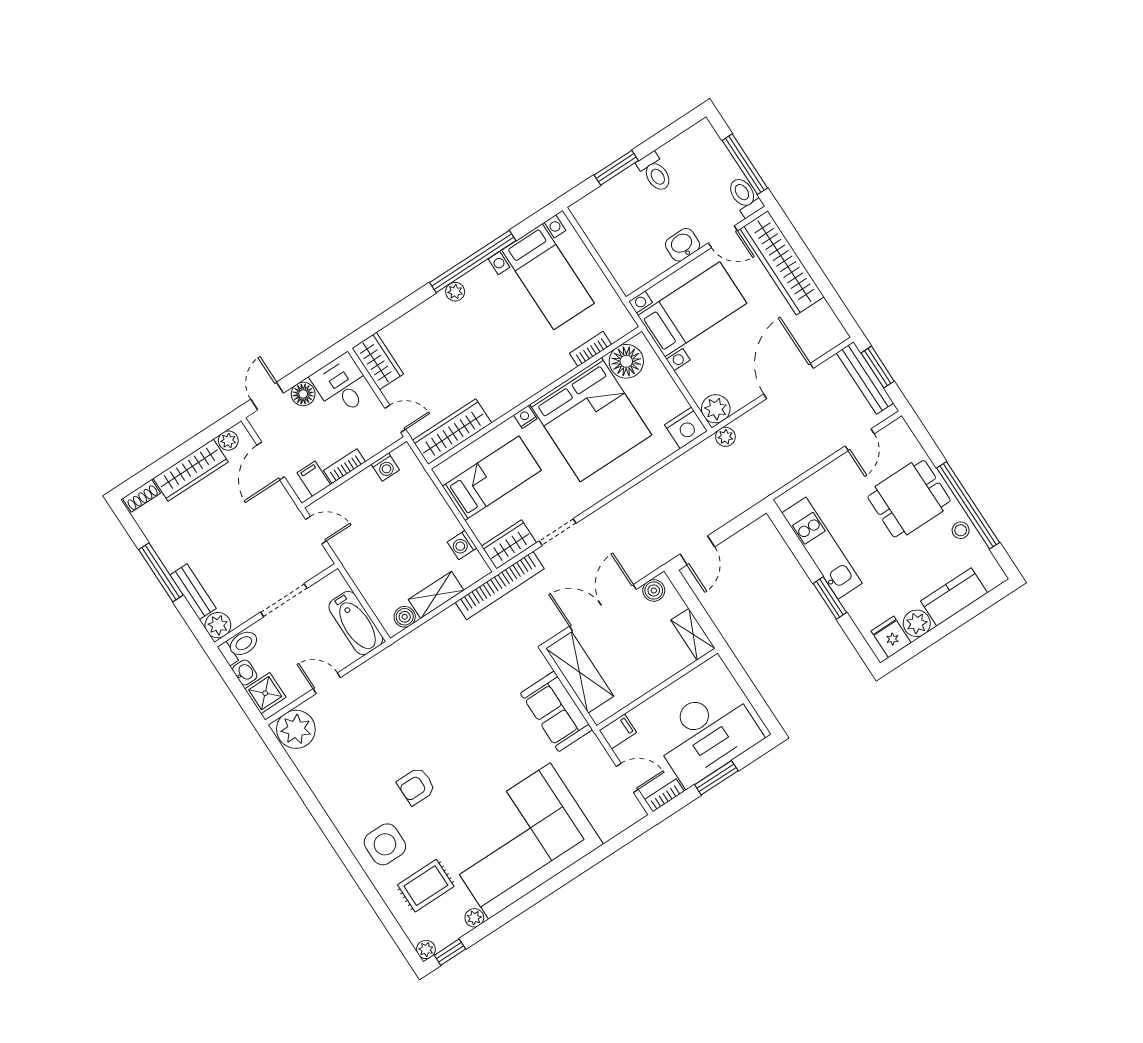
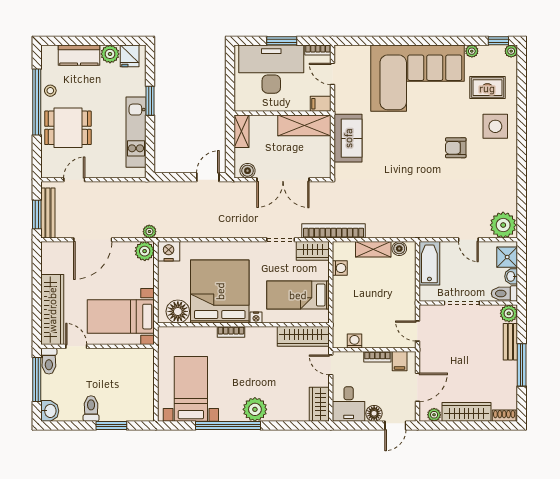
washbasin: (682, 245) -> (50, 411), moved, turned -90
plant: (455, 292) -> (255, 409), width x1.88, depth x1.88
bookcase: (591, 349) -> (231, 332), moved
shelving: (580, 672) -> (304, 125), moved, turned 90
armchair: (416, 786) -> (456, 148), turned 180

